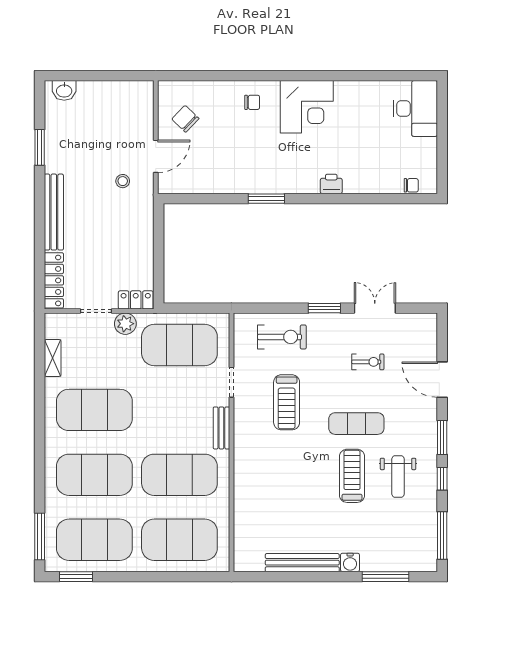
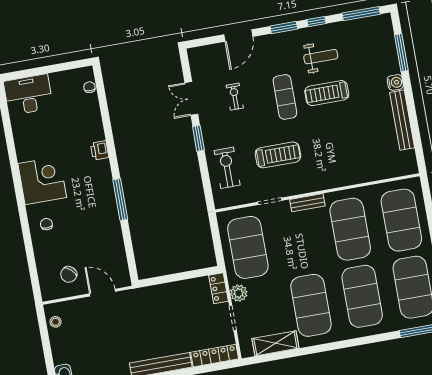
stool: (123, 181) -> (56, 322), moved
window: (266, 199) -> (120, 199), width x1.44
shelving: (53, 358) -> (275, 343), width x1.50, depth x1.33

